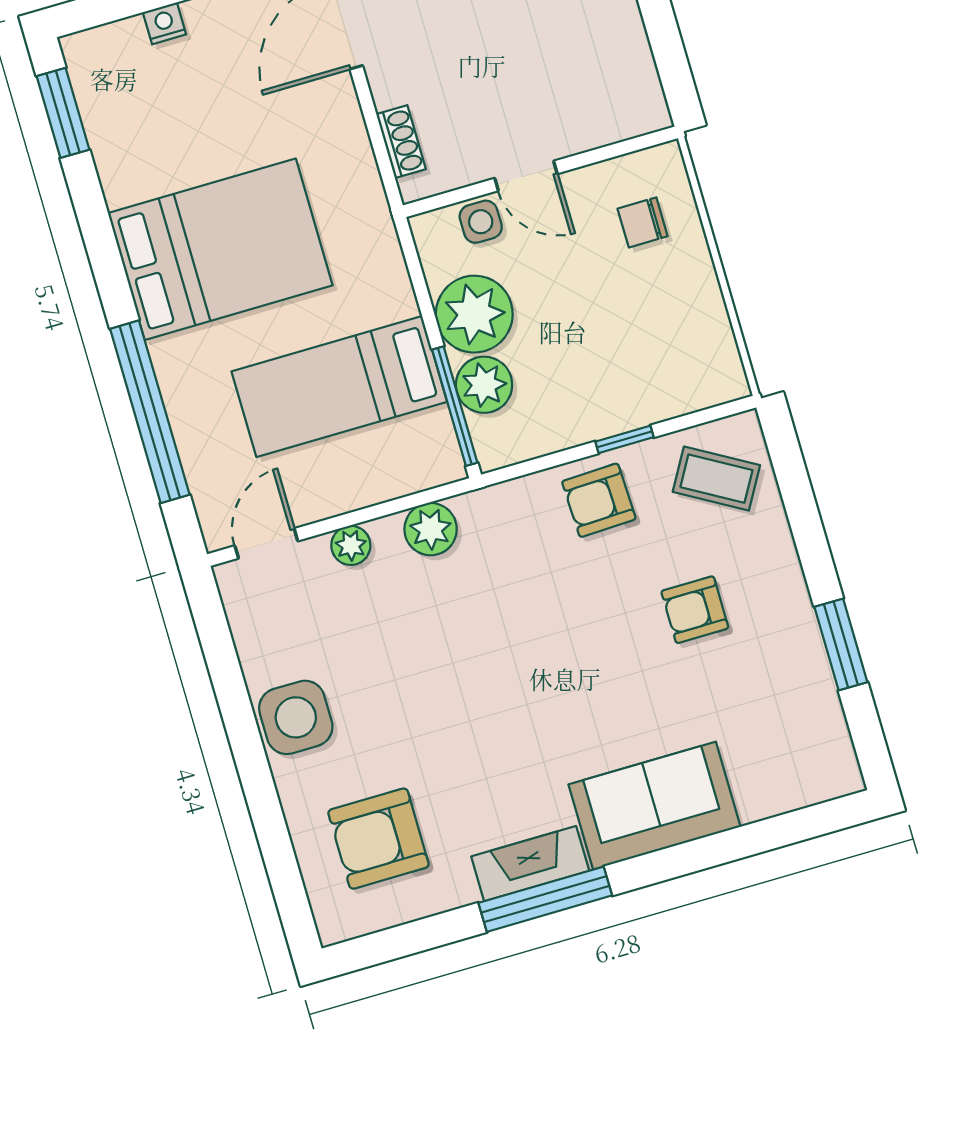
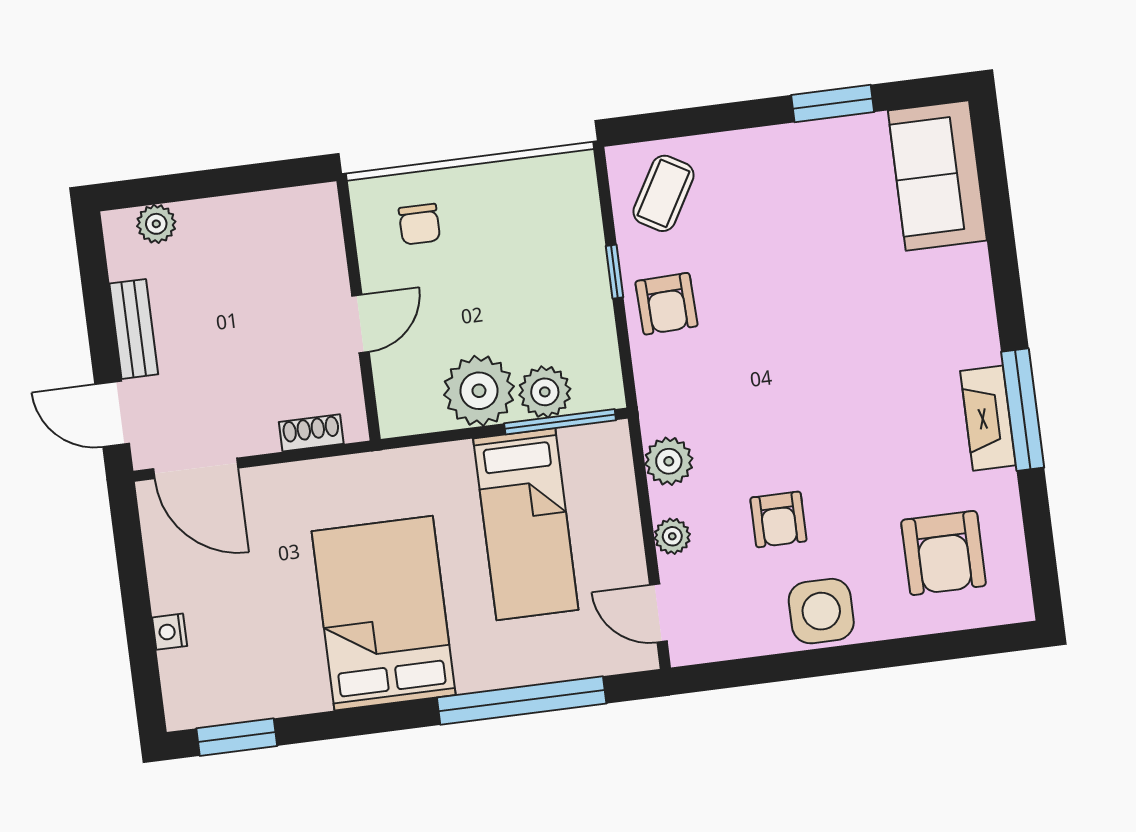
side table: (481, 222) -> (396, 372), removed
armchair: (695, 610) -> (778, 519), moved
sofa: (654, 806) -> (937, 176), moved

